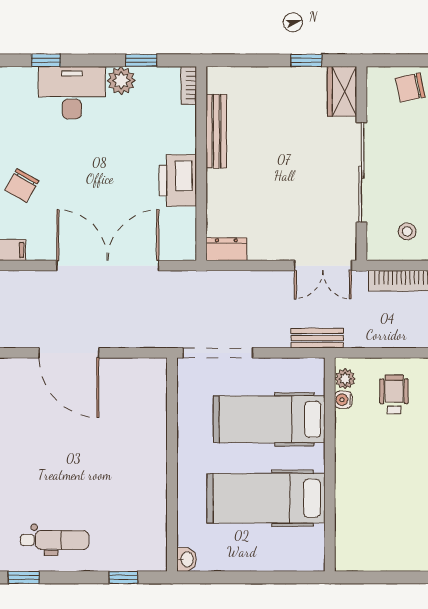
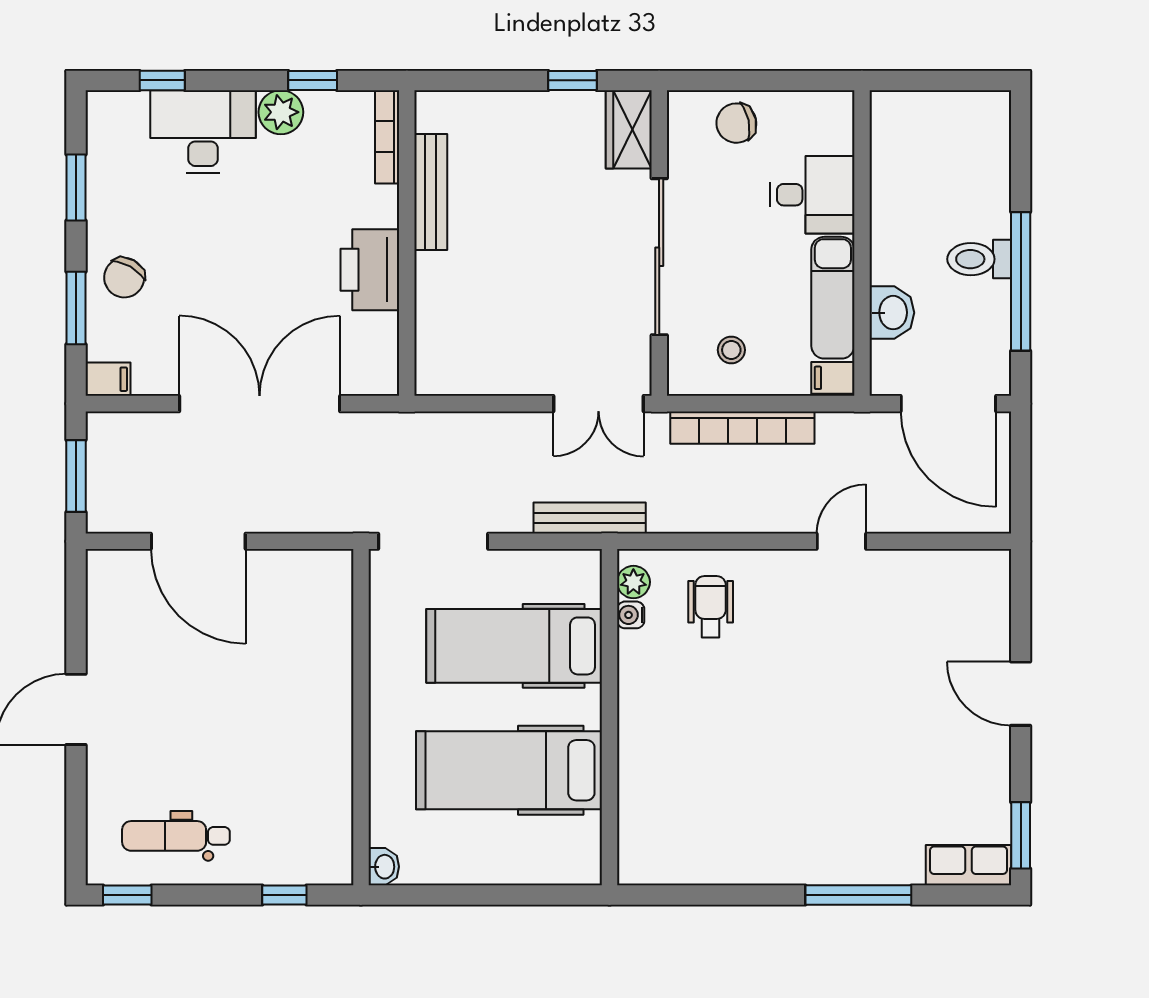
bookcase: (189, 85) -> (387, 137), width x1.56
dresser: (226, 249) -> (447, 378), removed
bench: (317, 338) -> (590, 518), width x1.36
dental chair: (55, 540) -> (176, 836), turned 180

